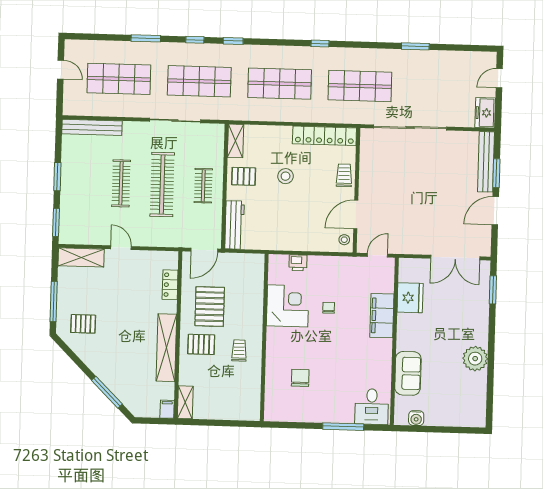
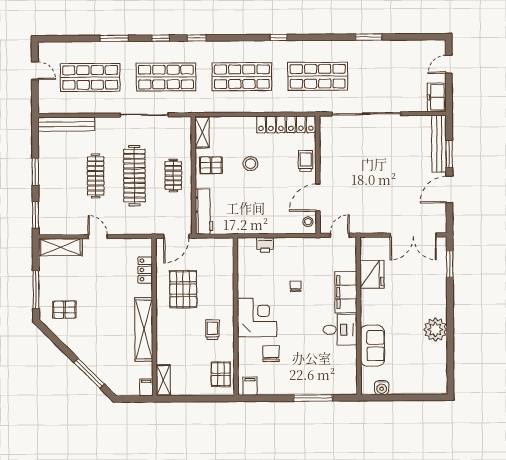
corner desk: (288, 306) -> (257, 317), moved
pallet: (201, 344) -> (221, 374), moved, turned 90
desk: (372, 407) -> (340, 330), moved, turned -90
filing cabinet: (277, 412) -> (250, 386), added

